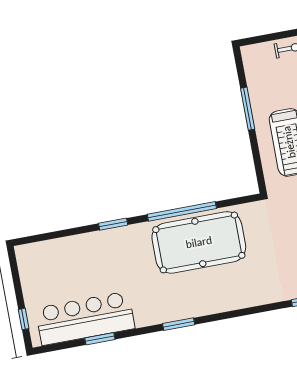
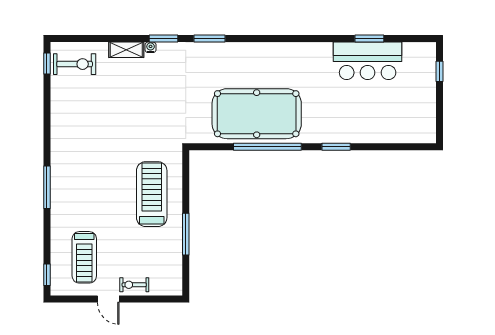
bar counter: (85, 318) -> (368, 61), width x0.73
window: (179, 324) -> (209, 38), moved

